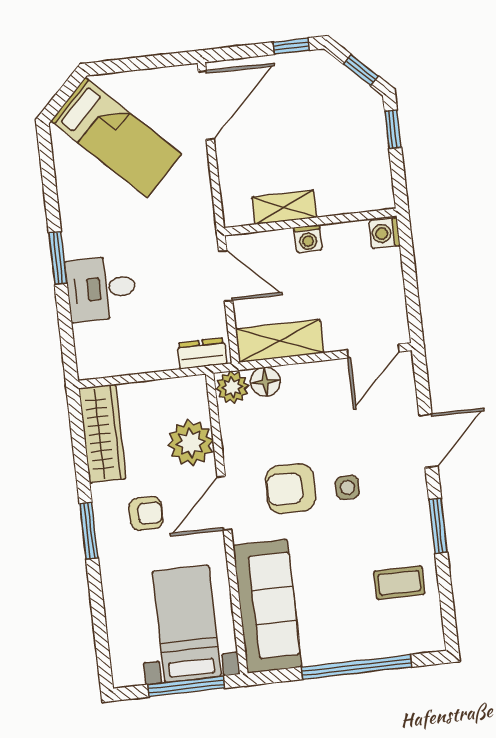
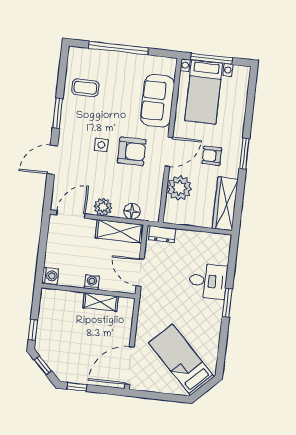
plant: (232, 387) -> (103, 207), moved
sofa: (267, 606) -> (158, 101), width x0.73

